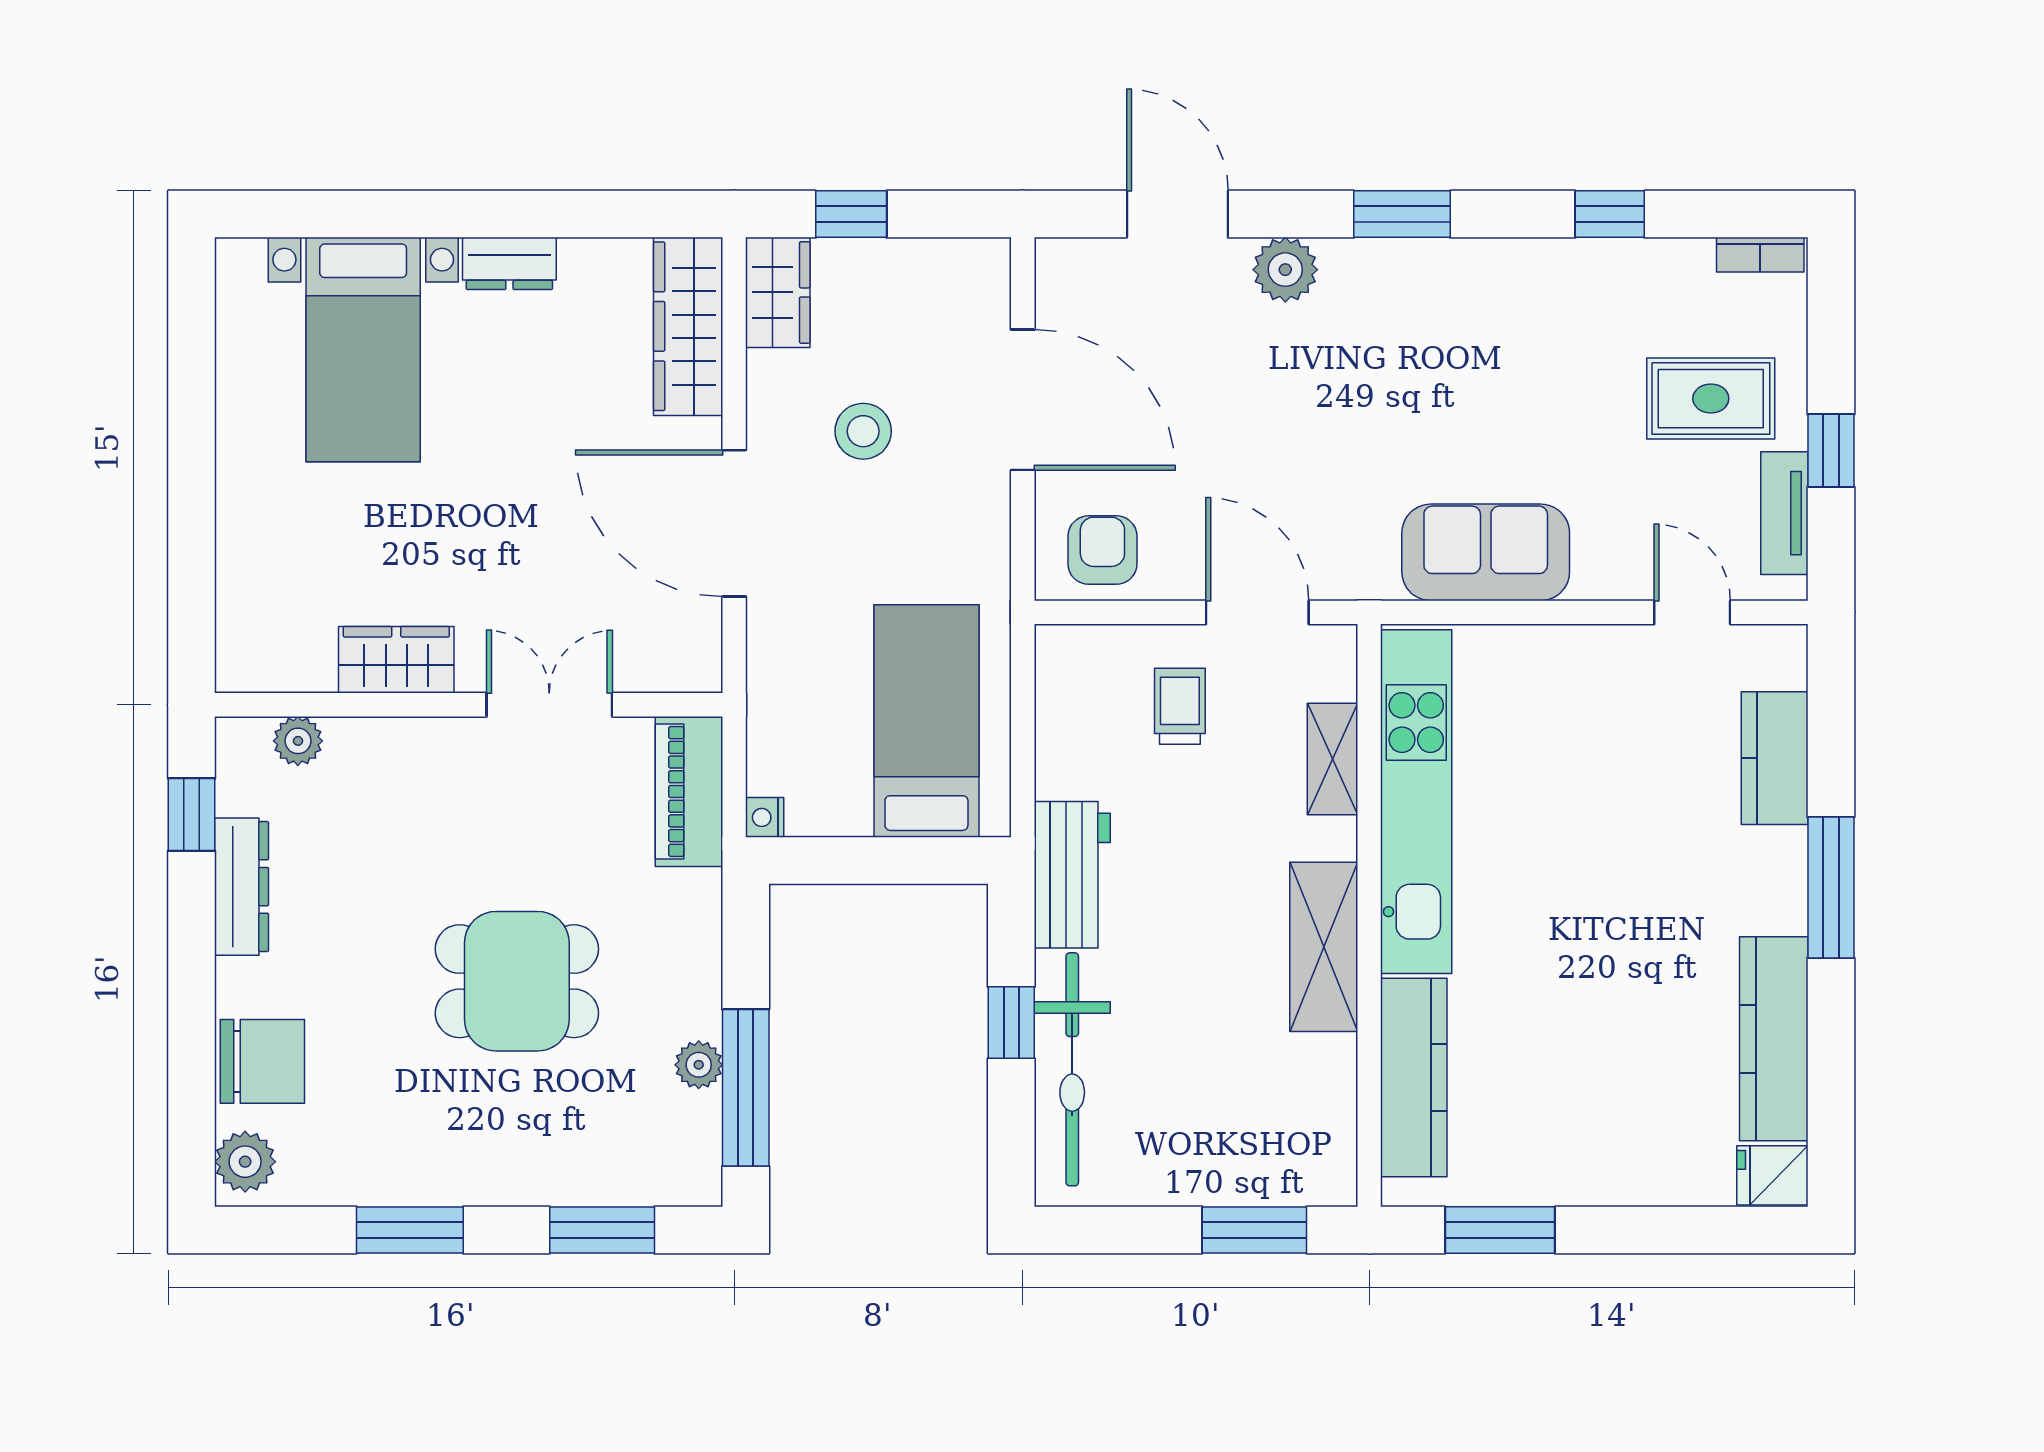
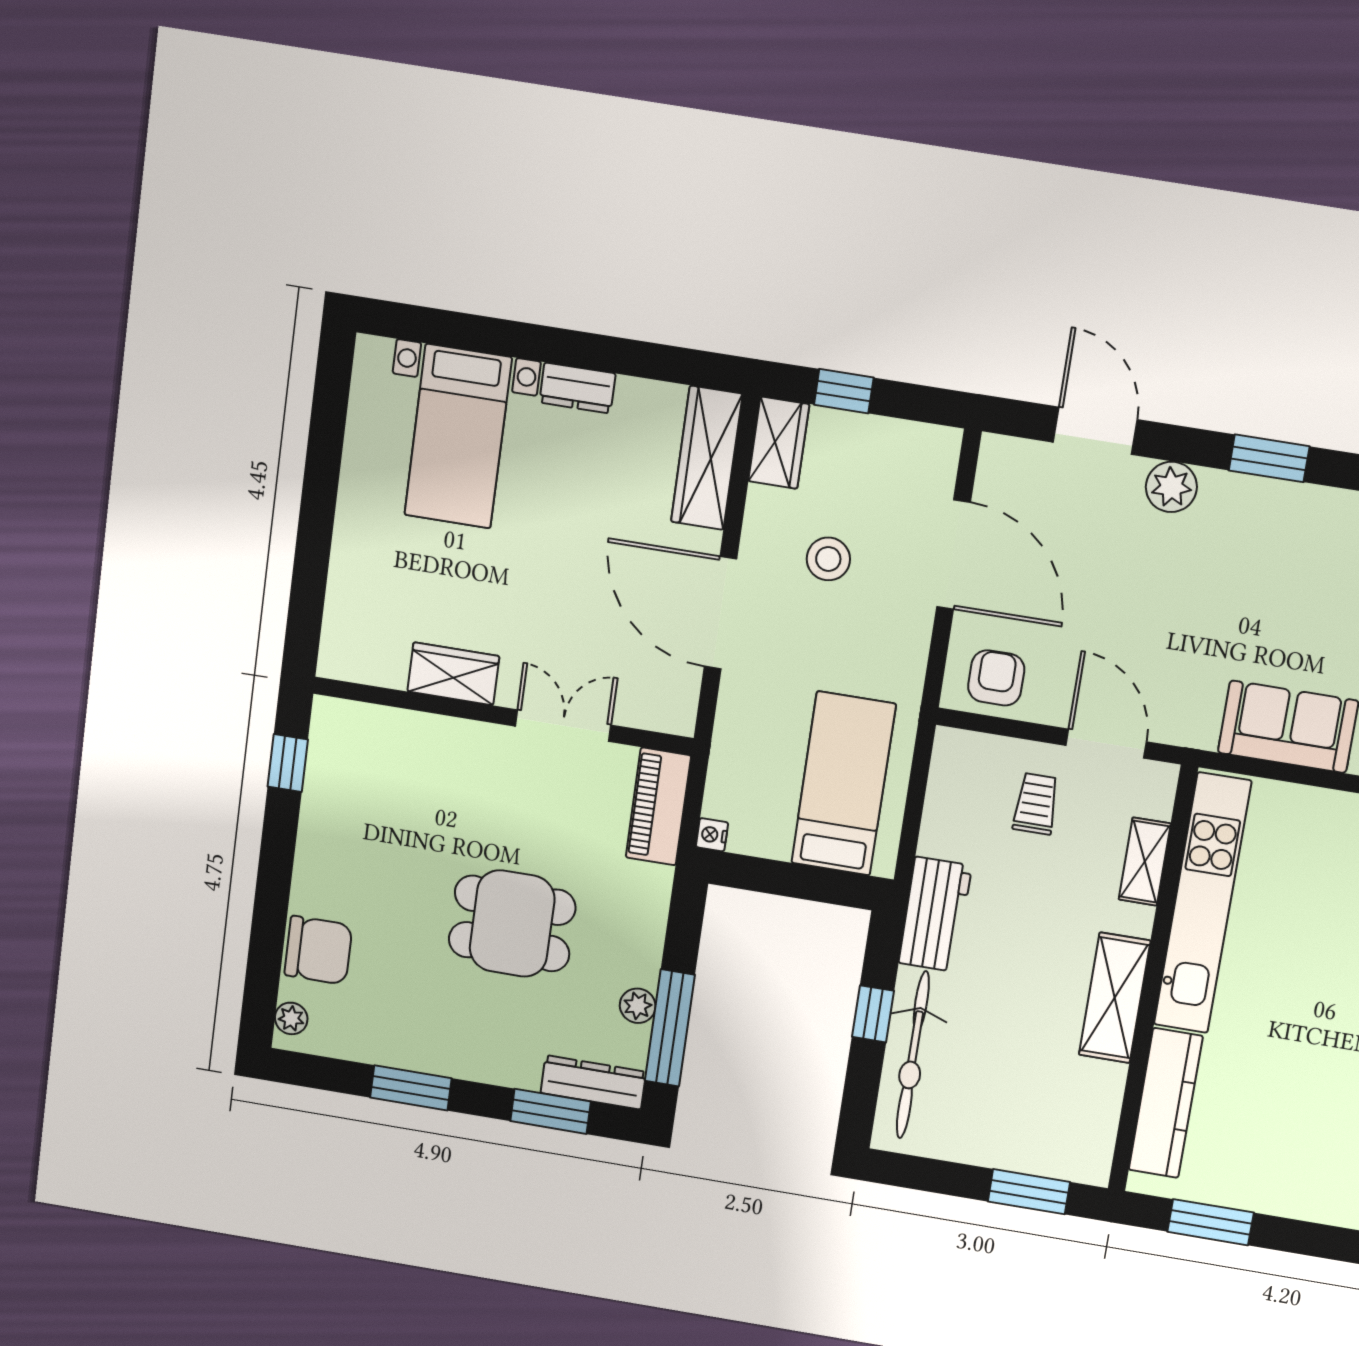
plant: (298, 741) -> (373, 722), removed
dresser: (242, 887) -> (593, 1082), moved, turned -90
plant: (245, 1162) -> (291, 1018), width x0.73, depth x0.73

